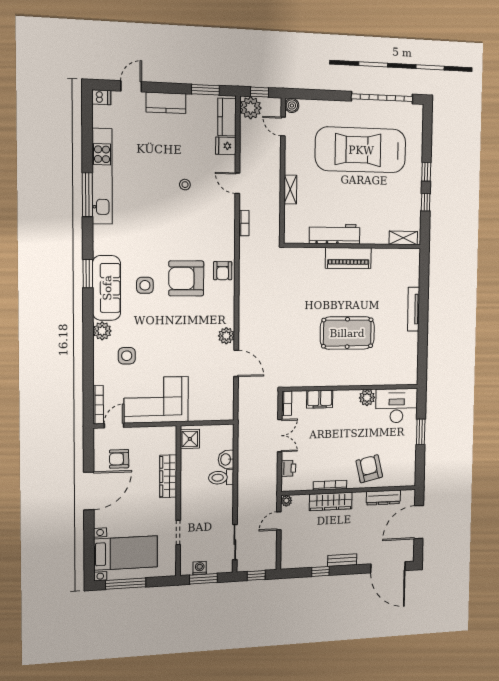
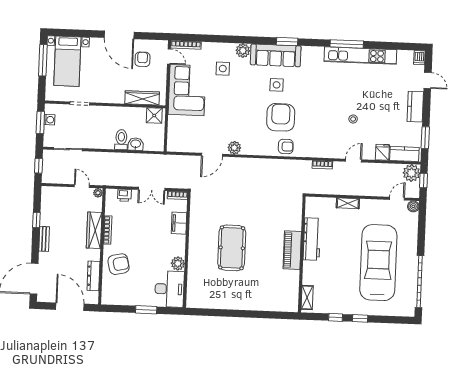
armchair: (223, 271) -> (286, 146), turned 180
tv unit: (414, 309) -> (249, 305), removed
wardrobe: (168, 476) -> (142, 98), moved

